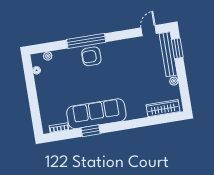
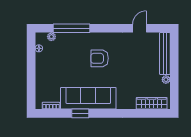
door: (149, 31) -> (140, 28), moved
window: (86, 41) -> (71, 28), moved
window: (177, 48) -> (174, 49), removed
armchair: (91, 56) -> (100, 58), moved

